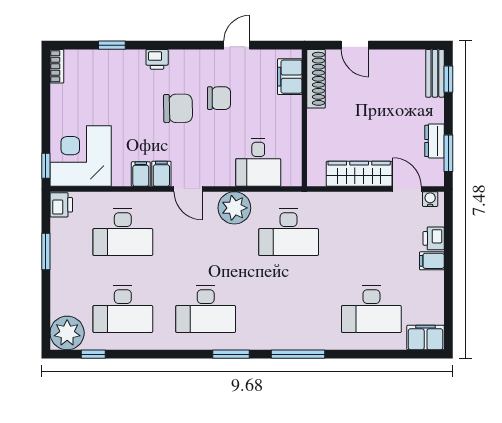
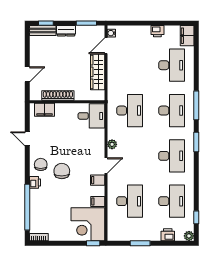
window: (112, 45) -> (27, 207), width x3.17
shoe rack: (316, 79) -> (58, 95), moved
chair: (219, 98) -> (41, 164), moved
dresser: (434, 141) -> (66, 31), moved
desk: (258, 162) -> (91, 116), moved
filing cabinet: (141, 174) -> (98, 202), moved
printer: (61, 205) -> (168, 235), moved
plant: (234, 208) -> (112, 144), width x0.53, depth x0.53
printer: (434, 238) -> (157, 31), moved
filing cabinet: (432, 261) -> (145, 32), removed
desk: (289, 309) -> (172, 111), added
plant: (67, 333) -> (189, 236), width x0.53, depth x0.53

